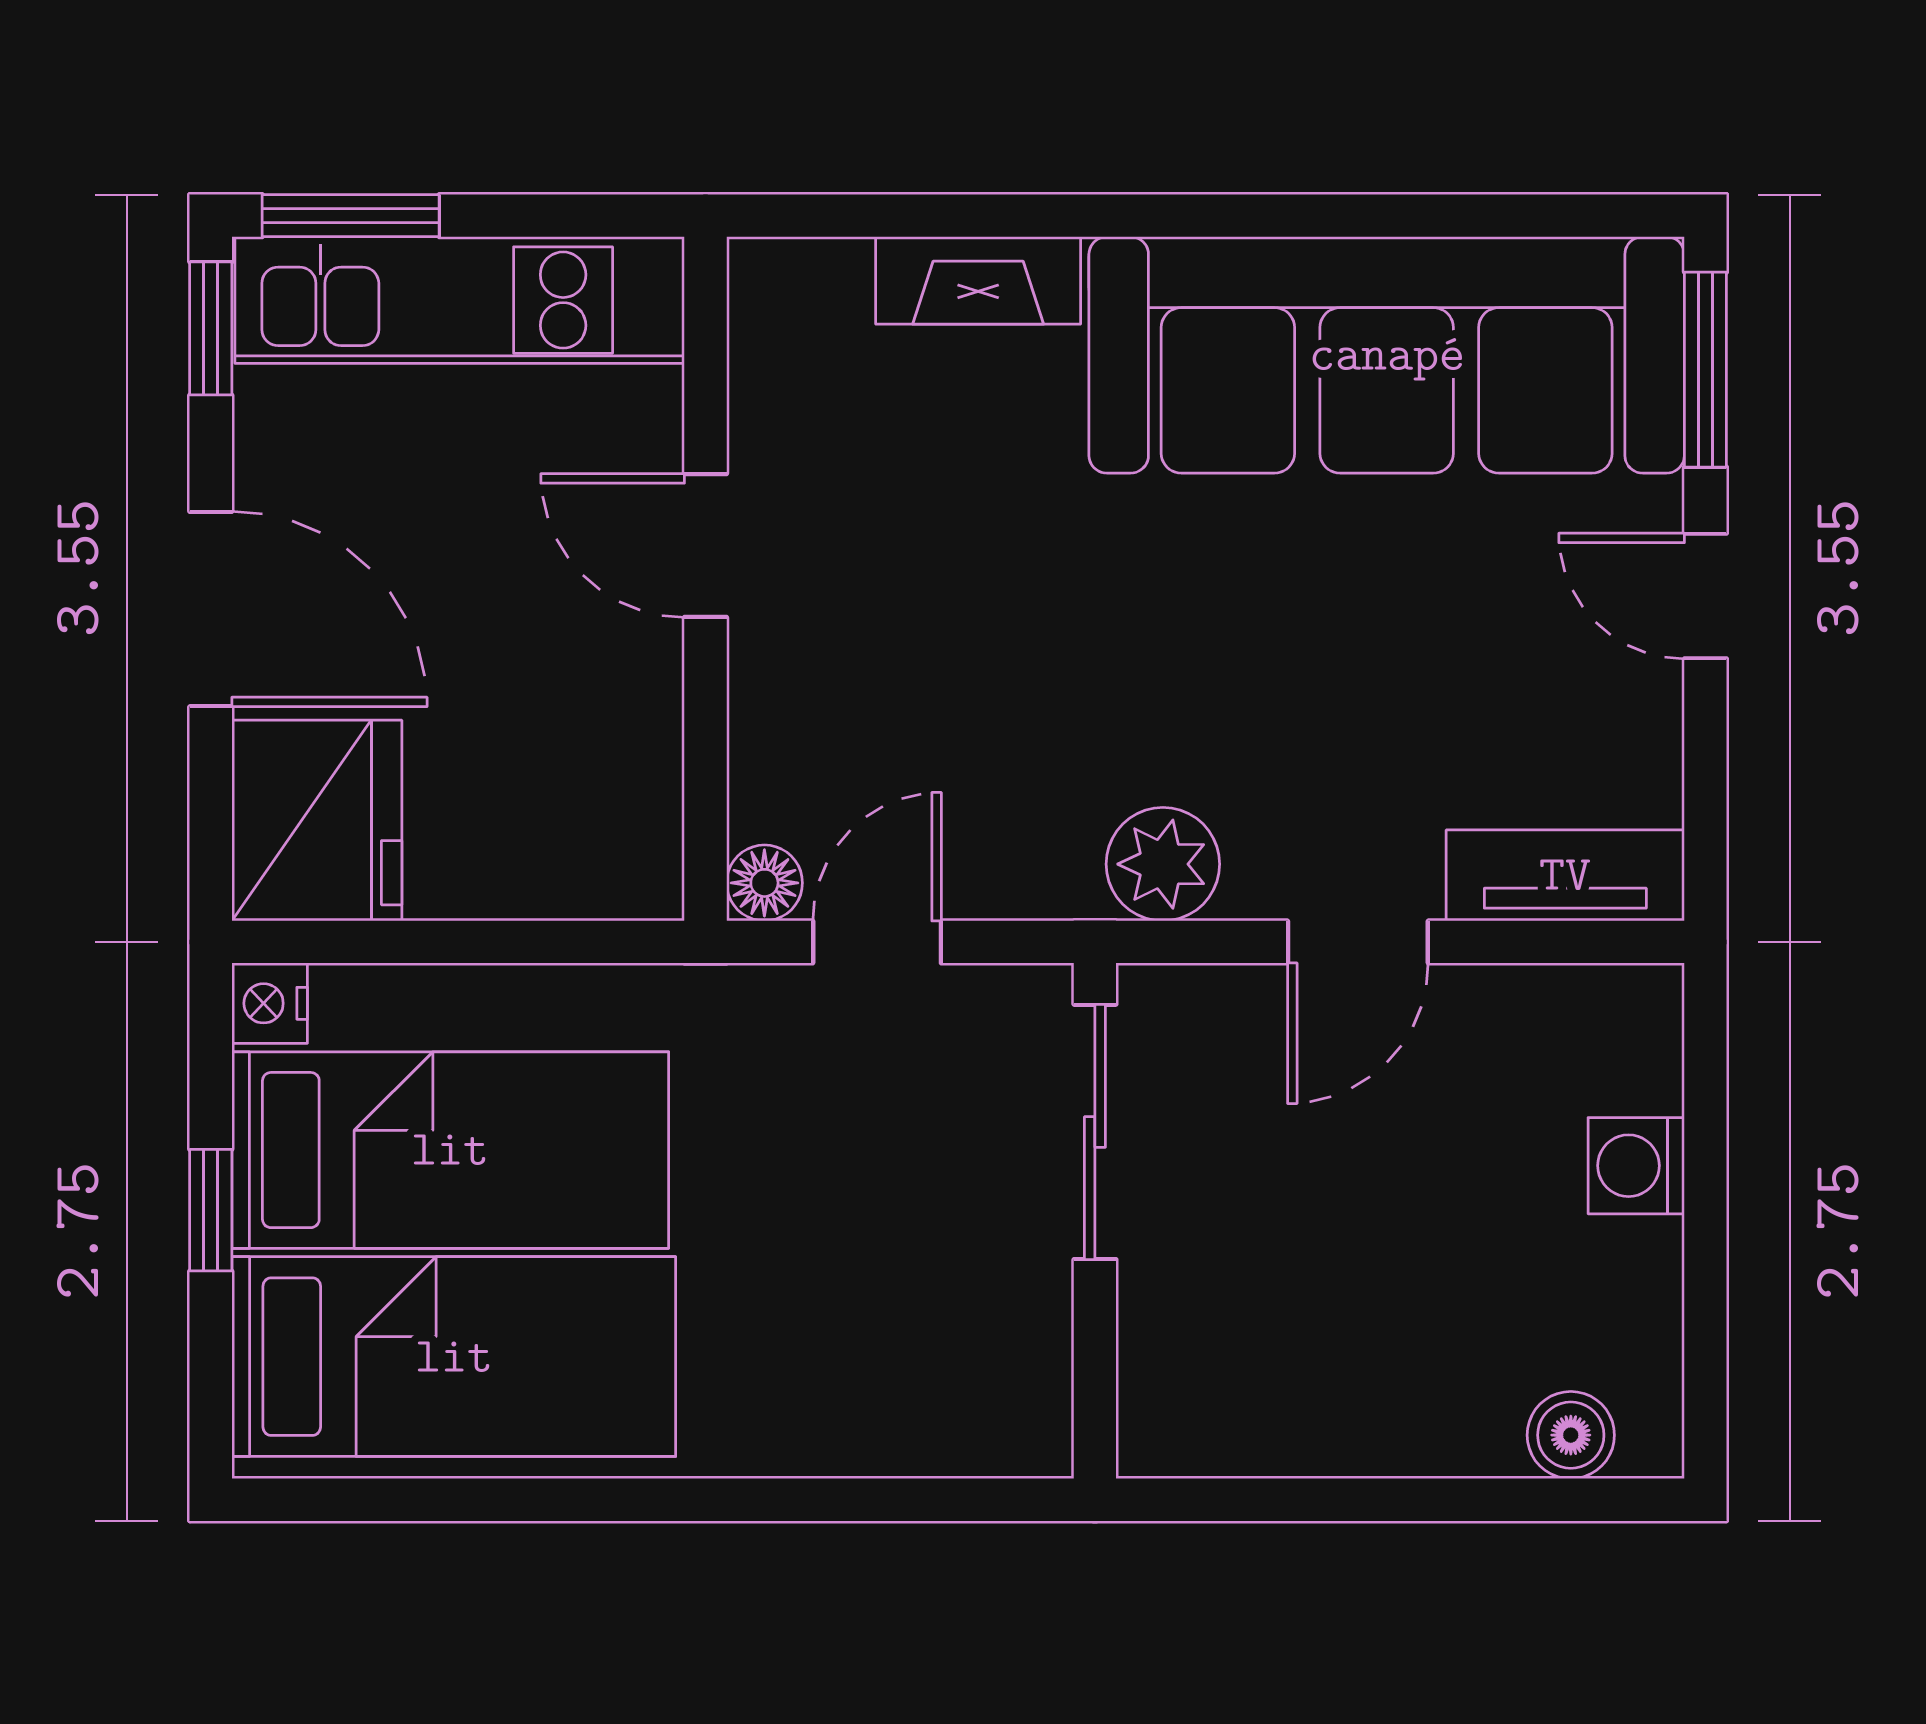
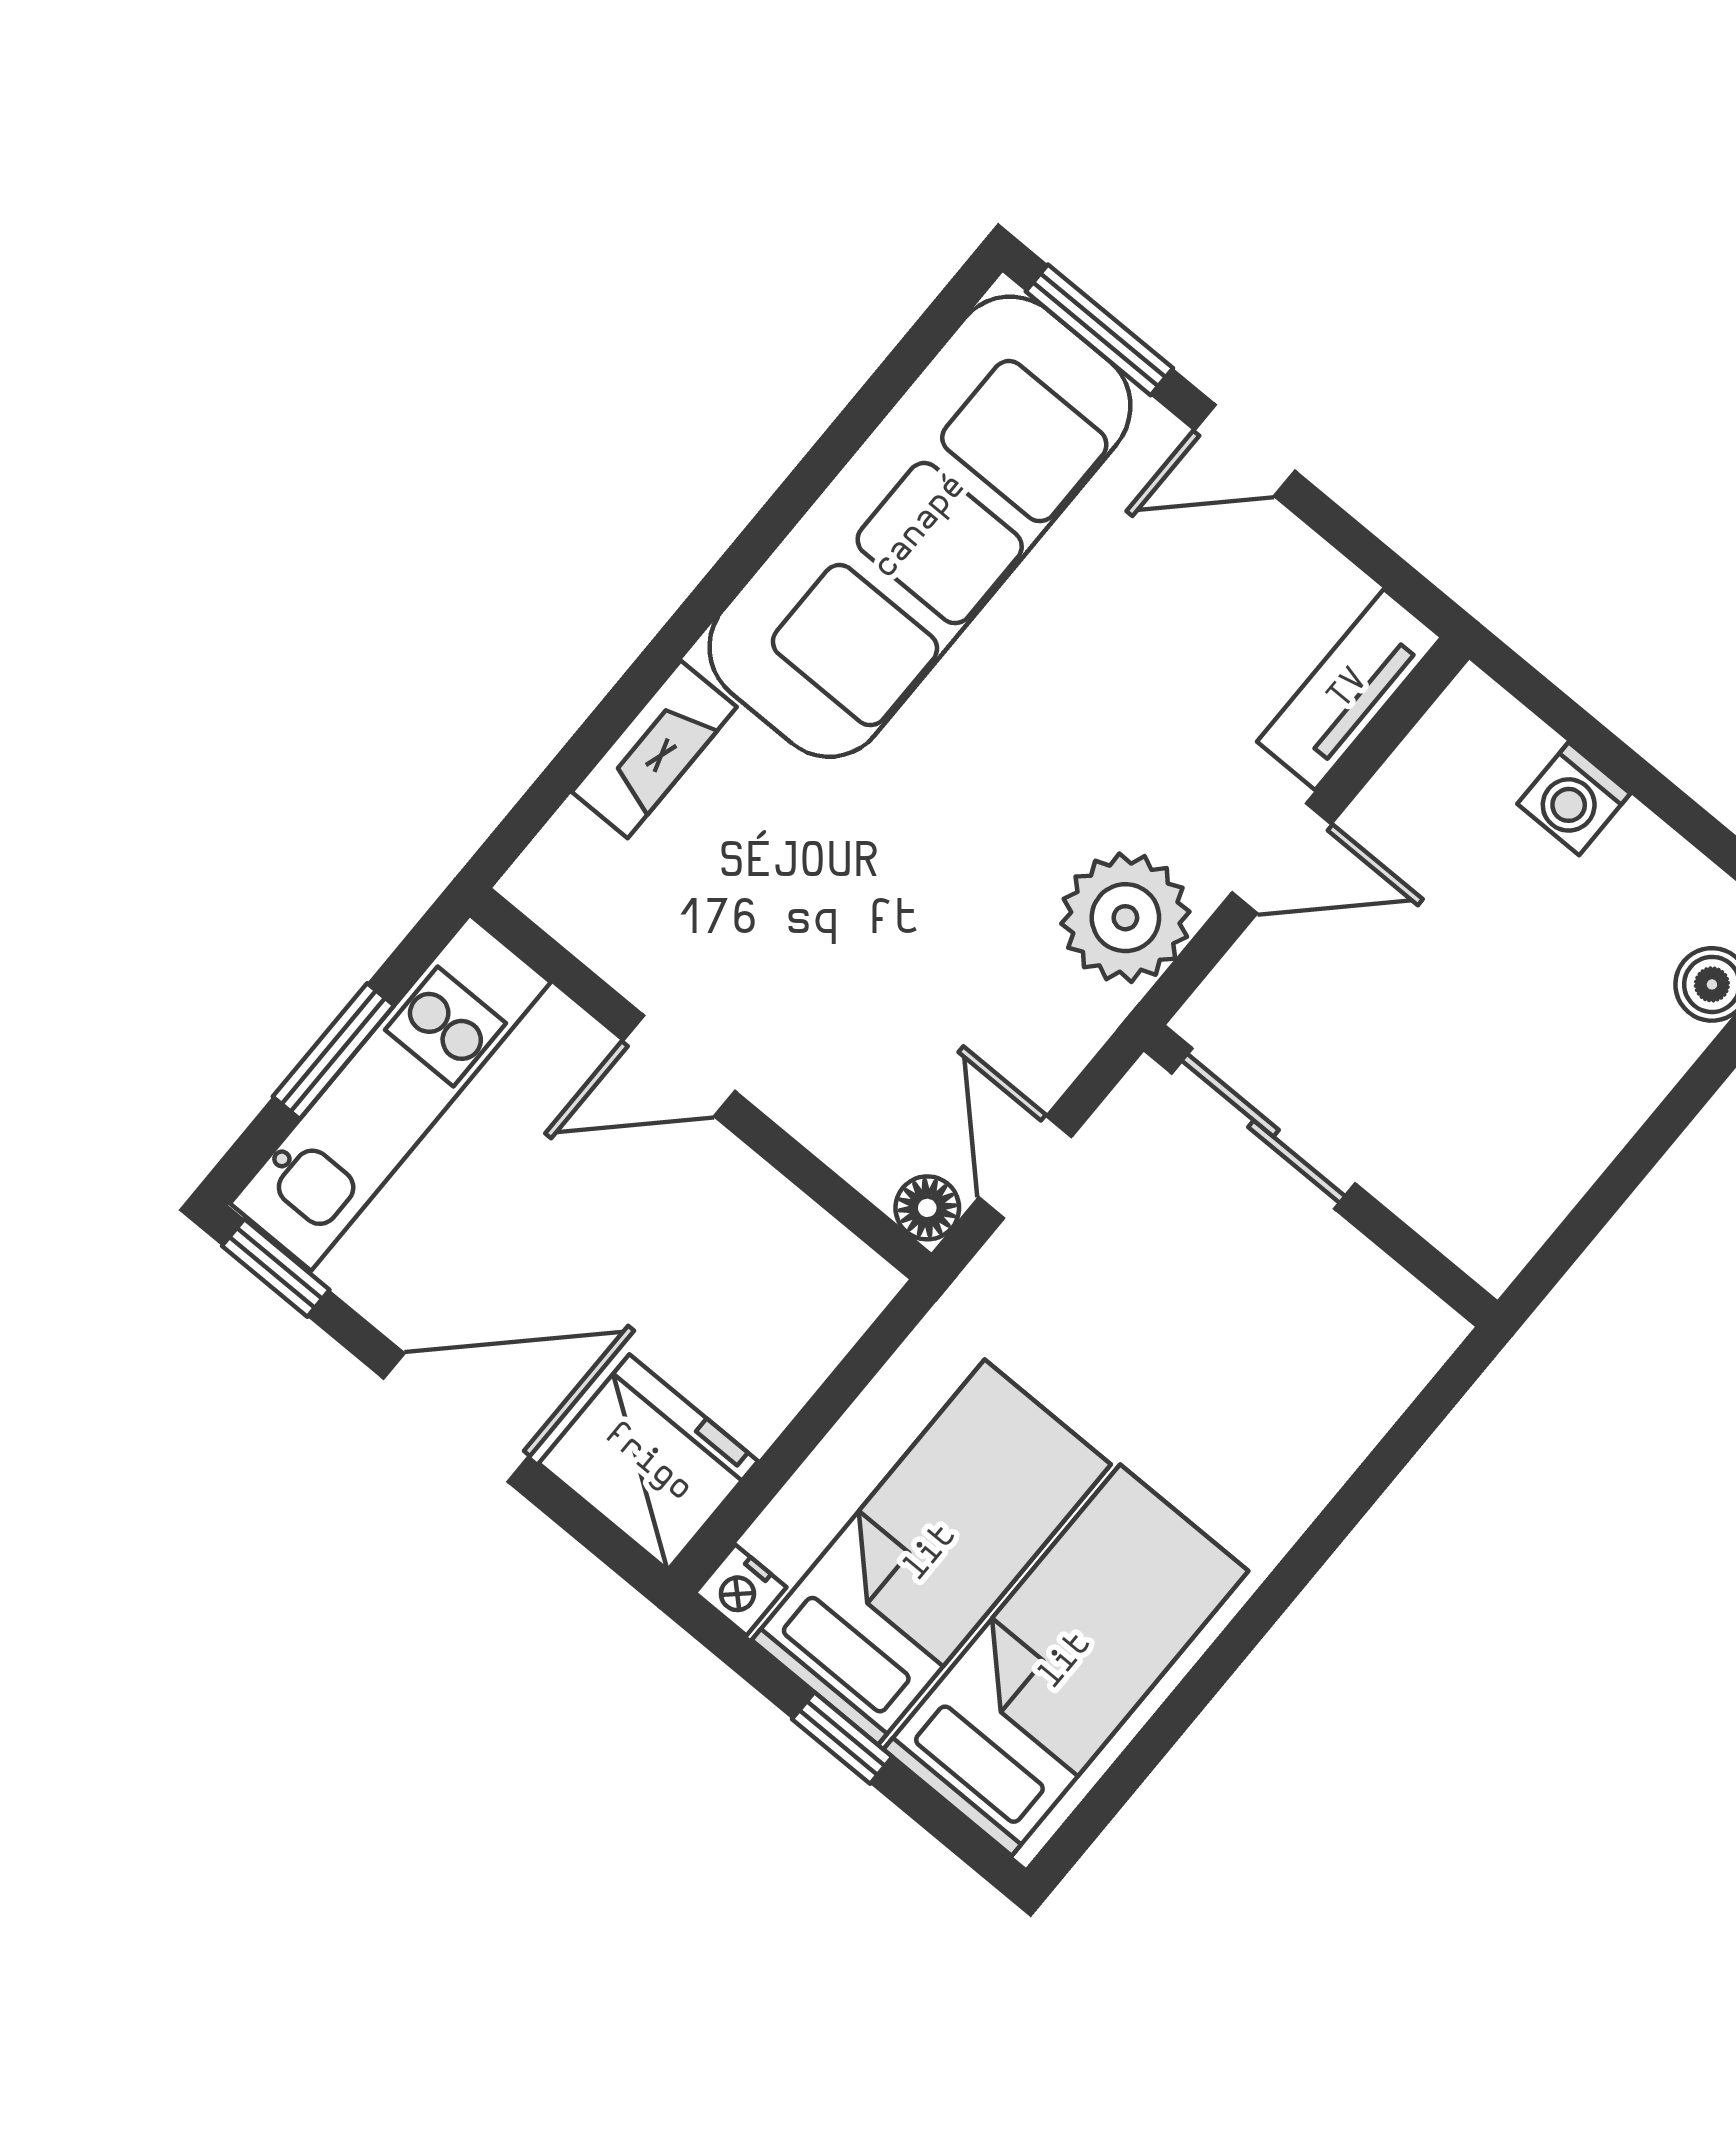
window: (351, 216) -> (333, 1051), moved
plant: (1163, 864) -> (1125, 918), width x1.36, depth x1.36
door: (1358, 942) -> (1282, 858), hinge flipped

